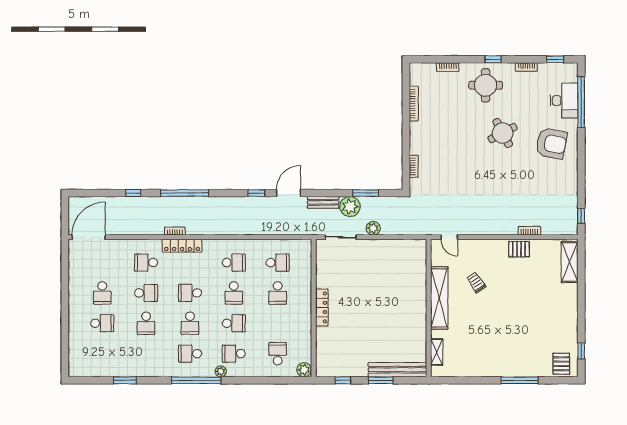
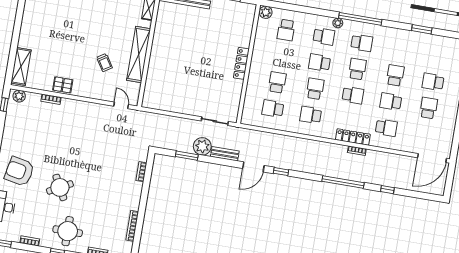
plant: (373, 228) -> (19, 96), moved

